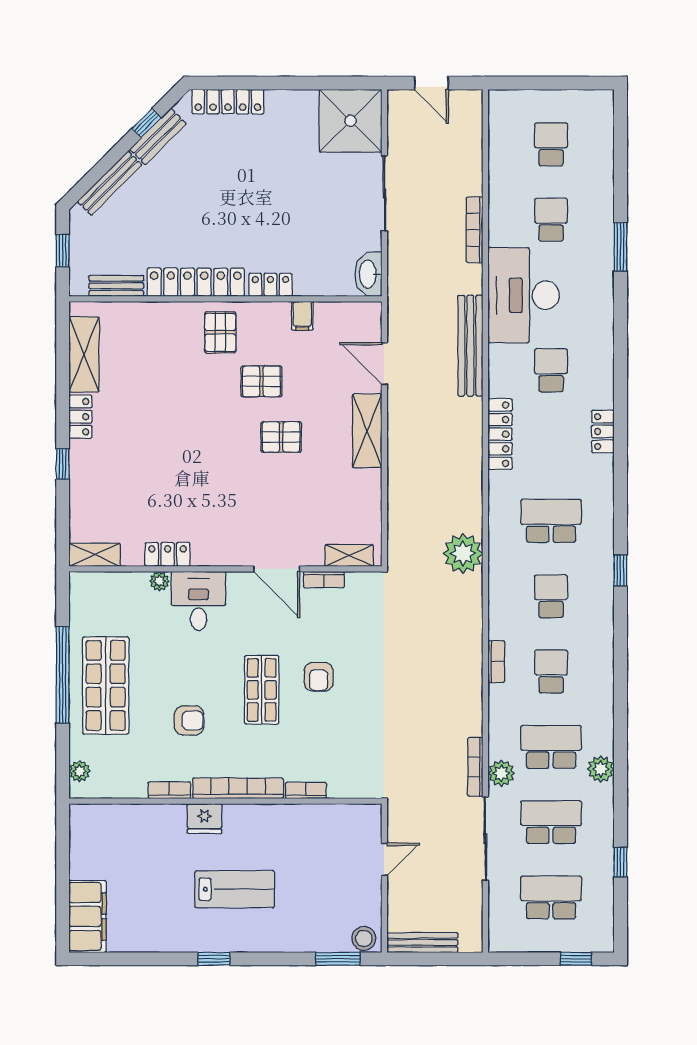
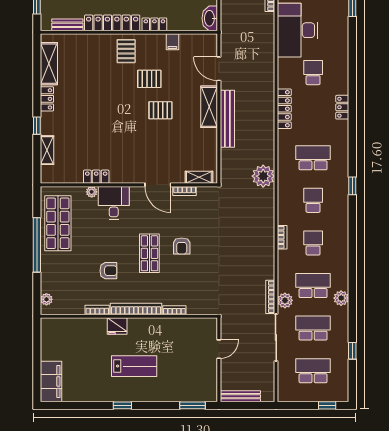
bench: (470, 346) -> (227, 119), moved
shelving: (95, 555) -> (47, 150), moved, turned 90
shop shelf: (106, 685) -> (58, 223), moved
stool: (364, 938) -> (207, 394), removed

